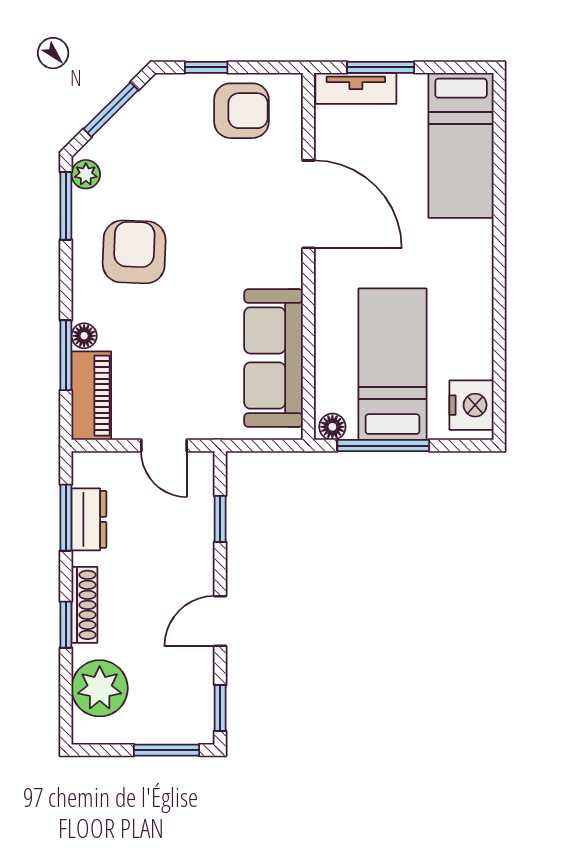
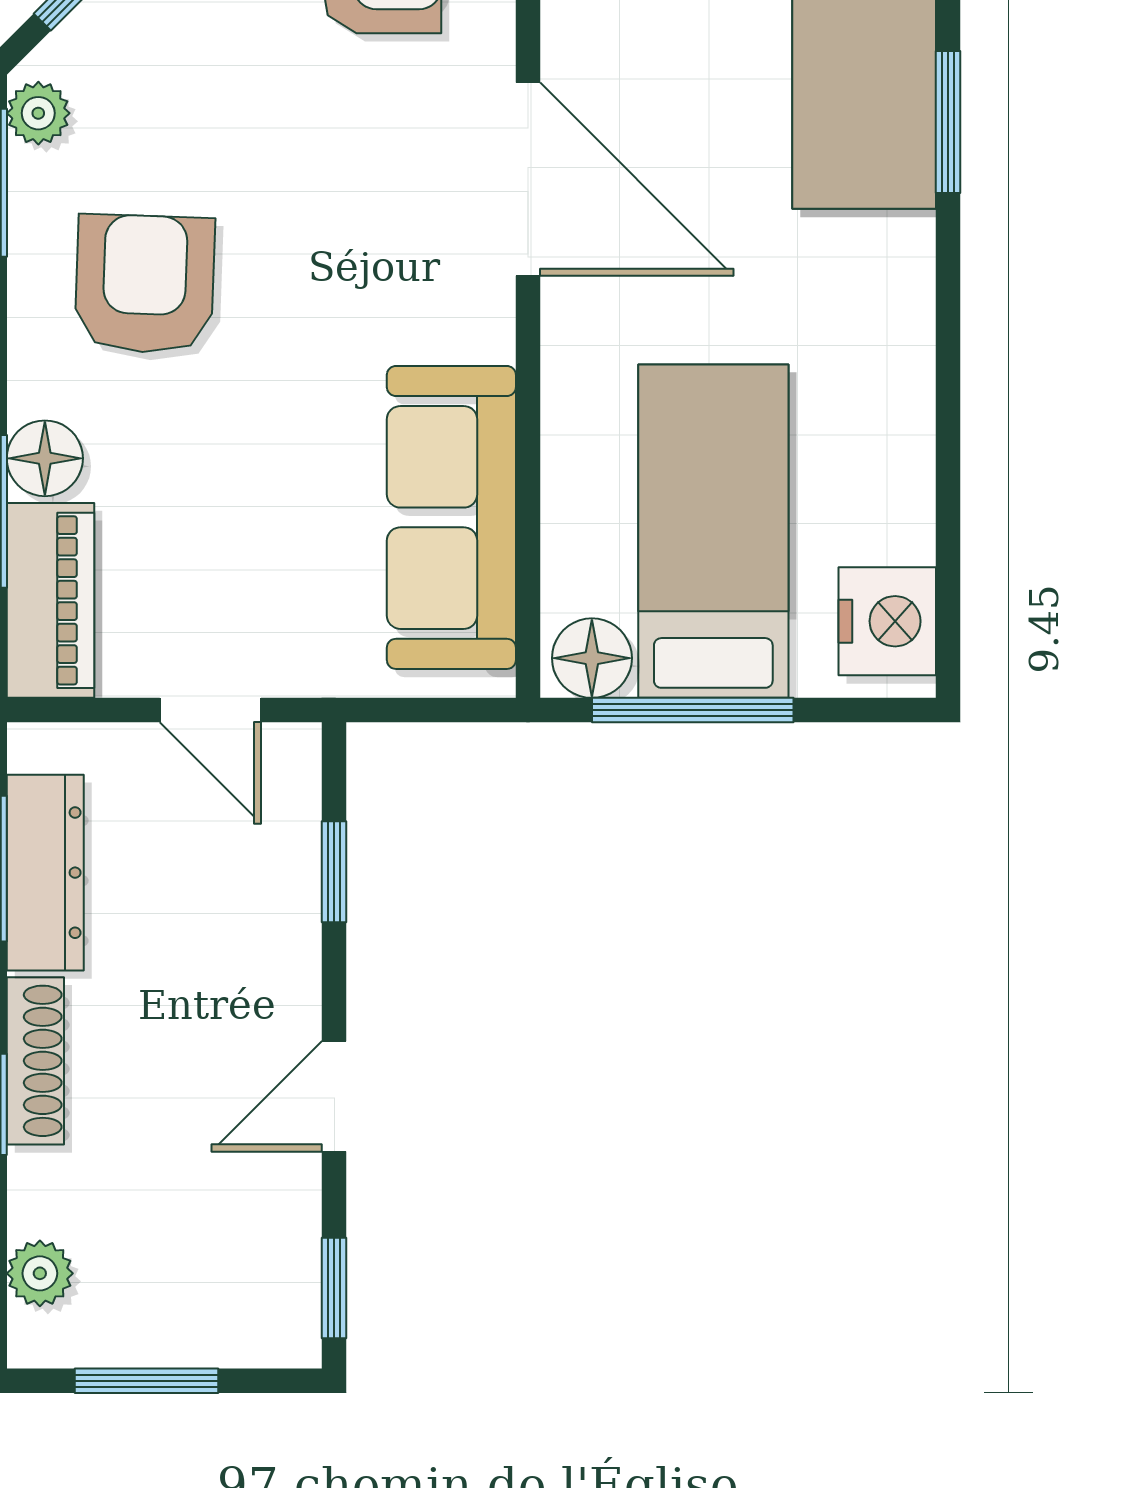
window: (499, 178) -> (948, 122), added
floor lamp: (84, 336) -> (45, 458), width x1.37, depth x1.37
floor lamp: (332, 427) -> (592, 658), width x1.37, depth x1.37
dresser: (89, 519) -> (45, 873), width x1.44
plant: (100, 688) -> (40, 1273), width x0.53, depth x0.53
window: (167, 750) -> (146, 1381), moved

